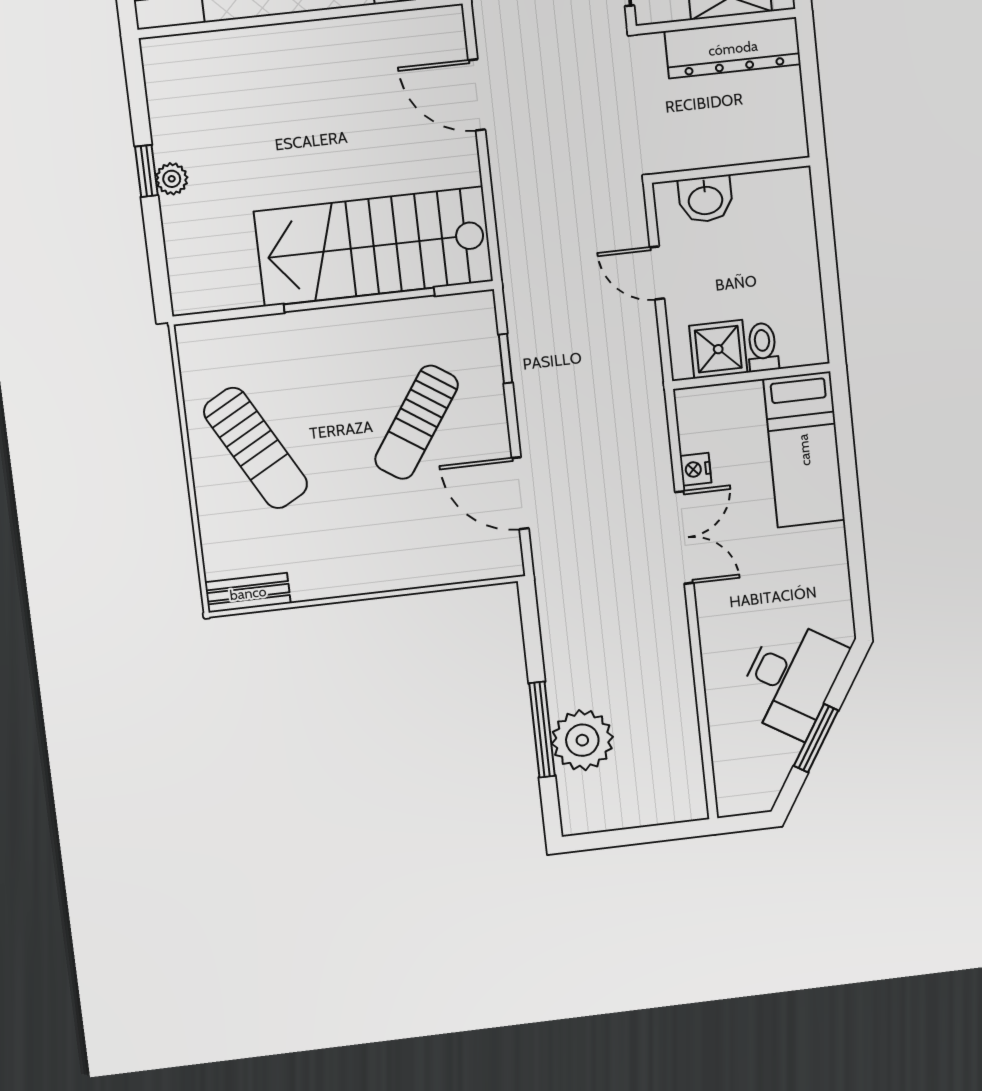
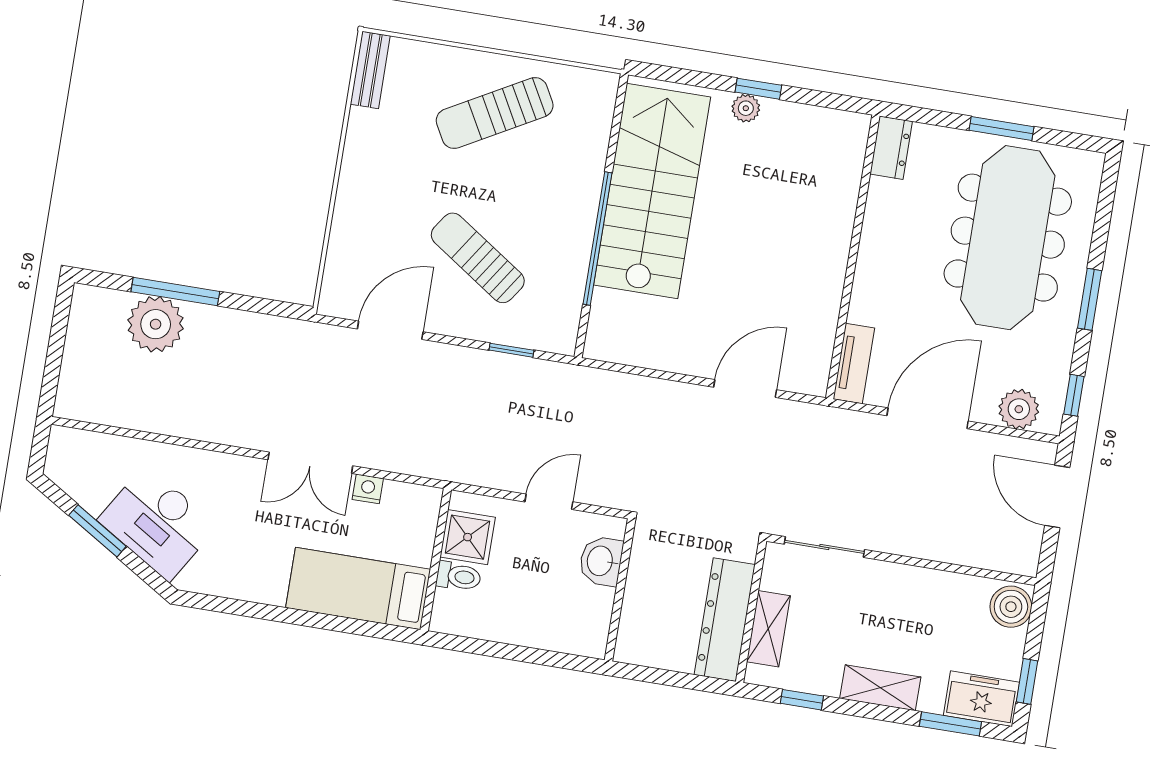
stairs: (374, 246) -> (652, 191), moved

